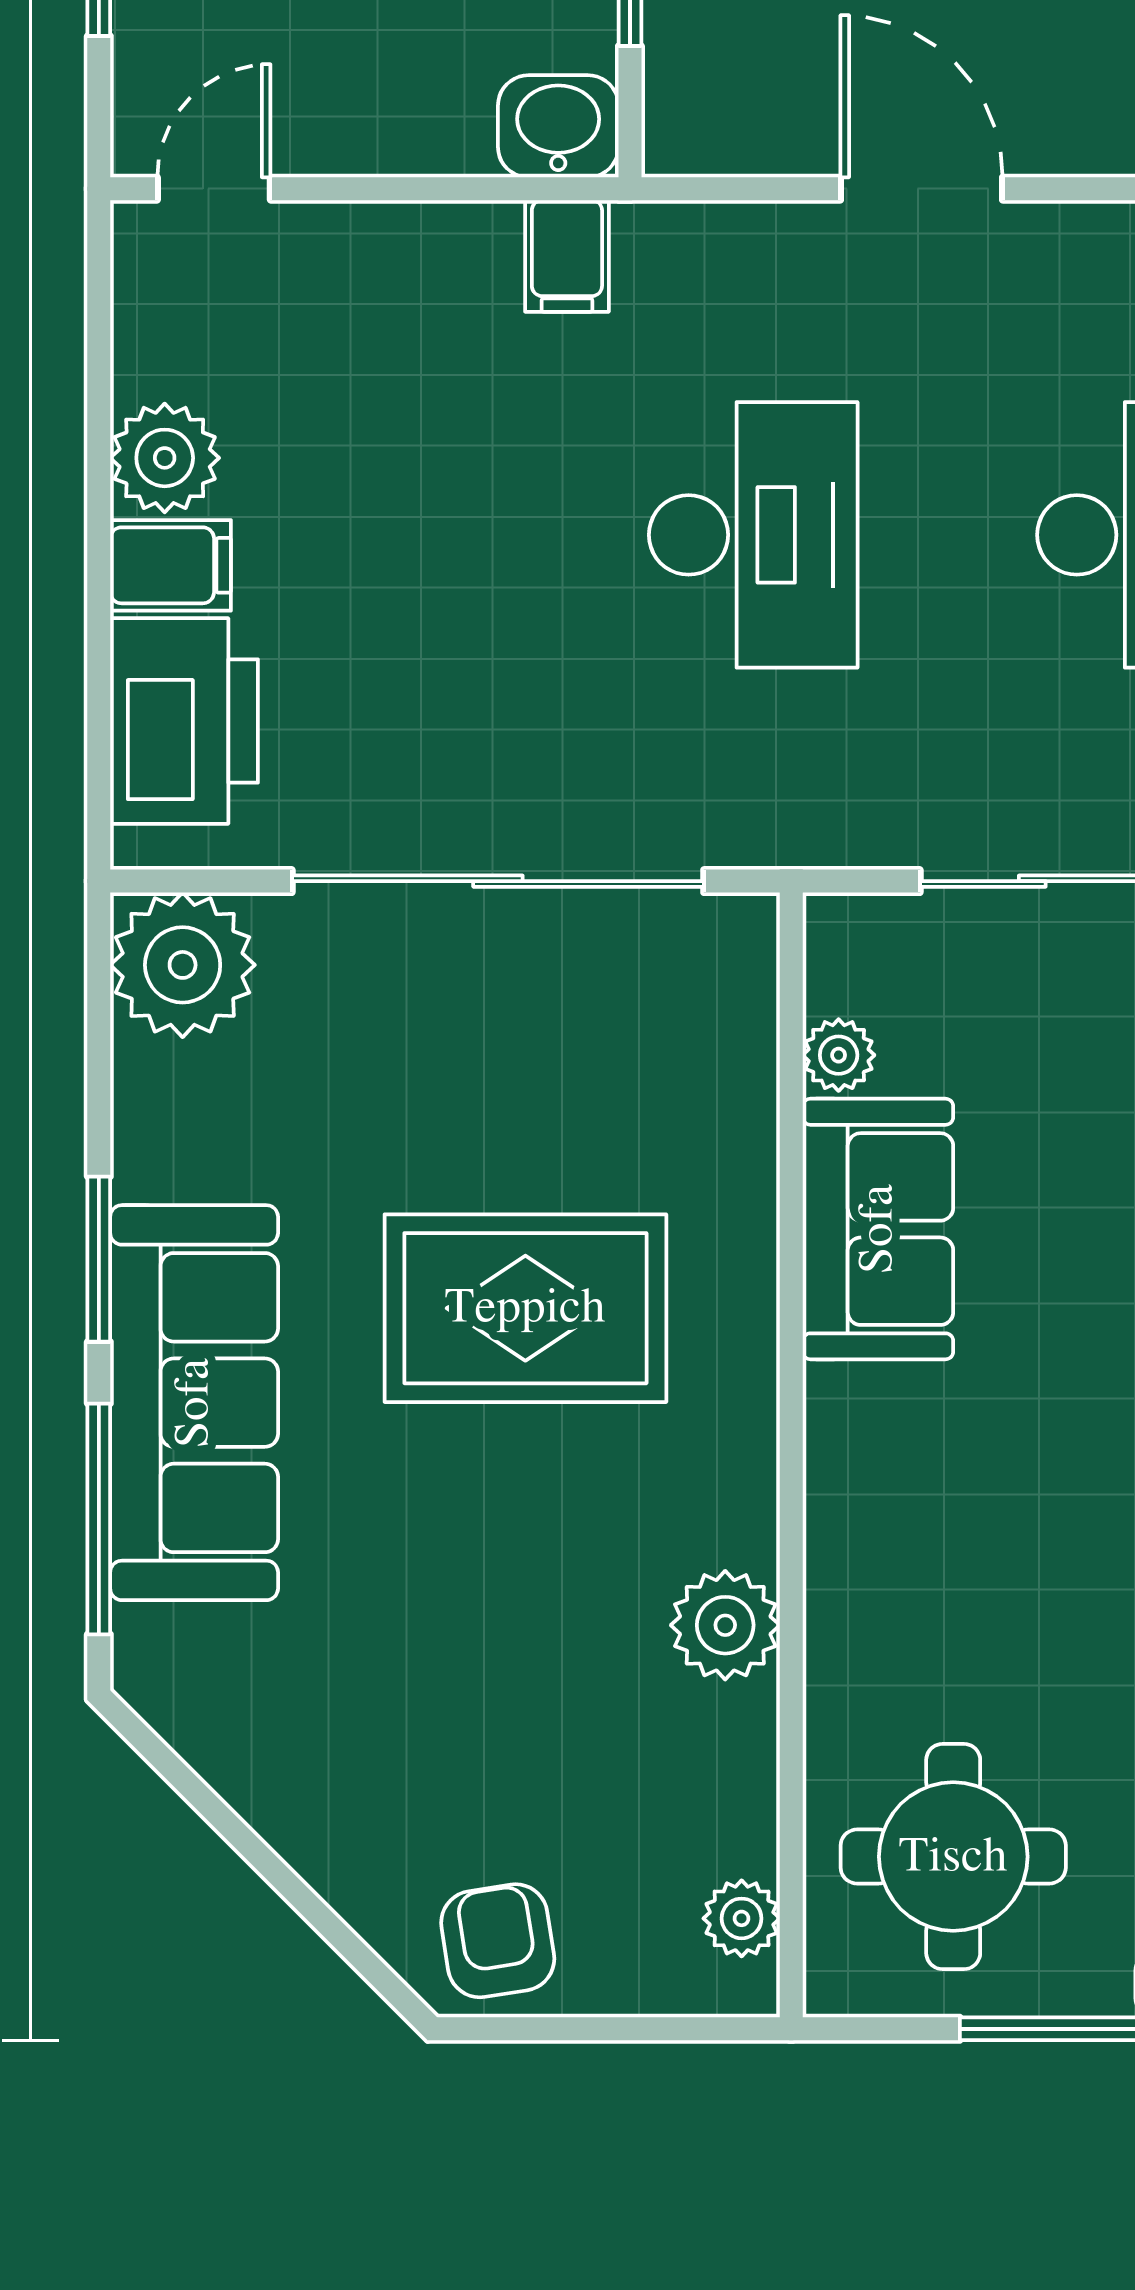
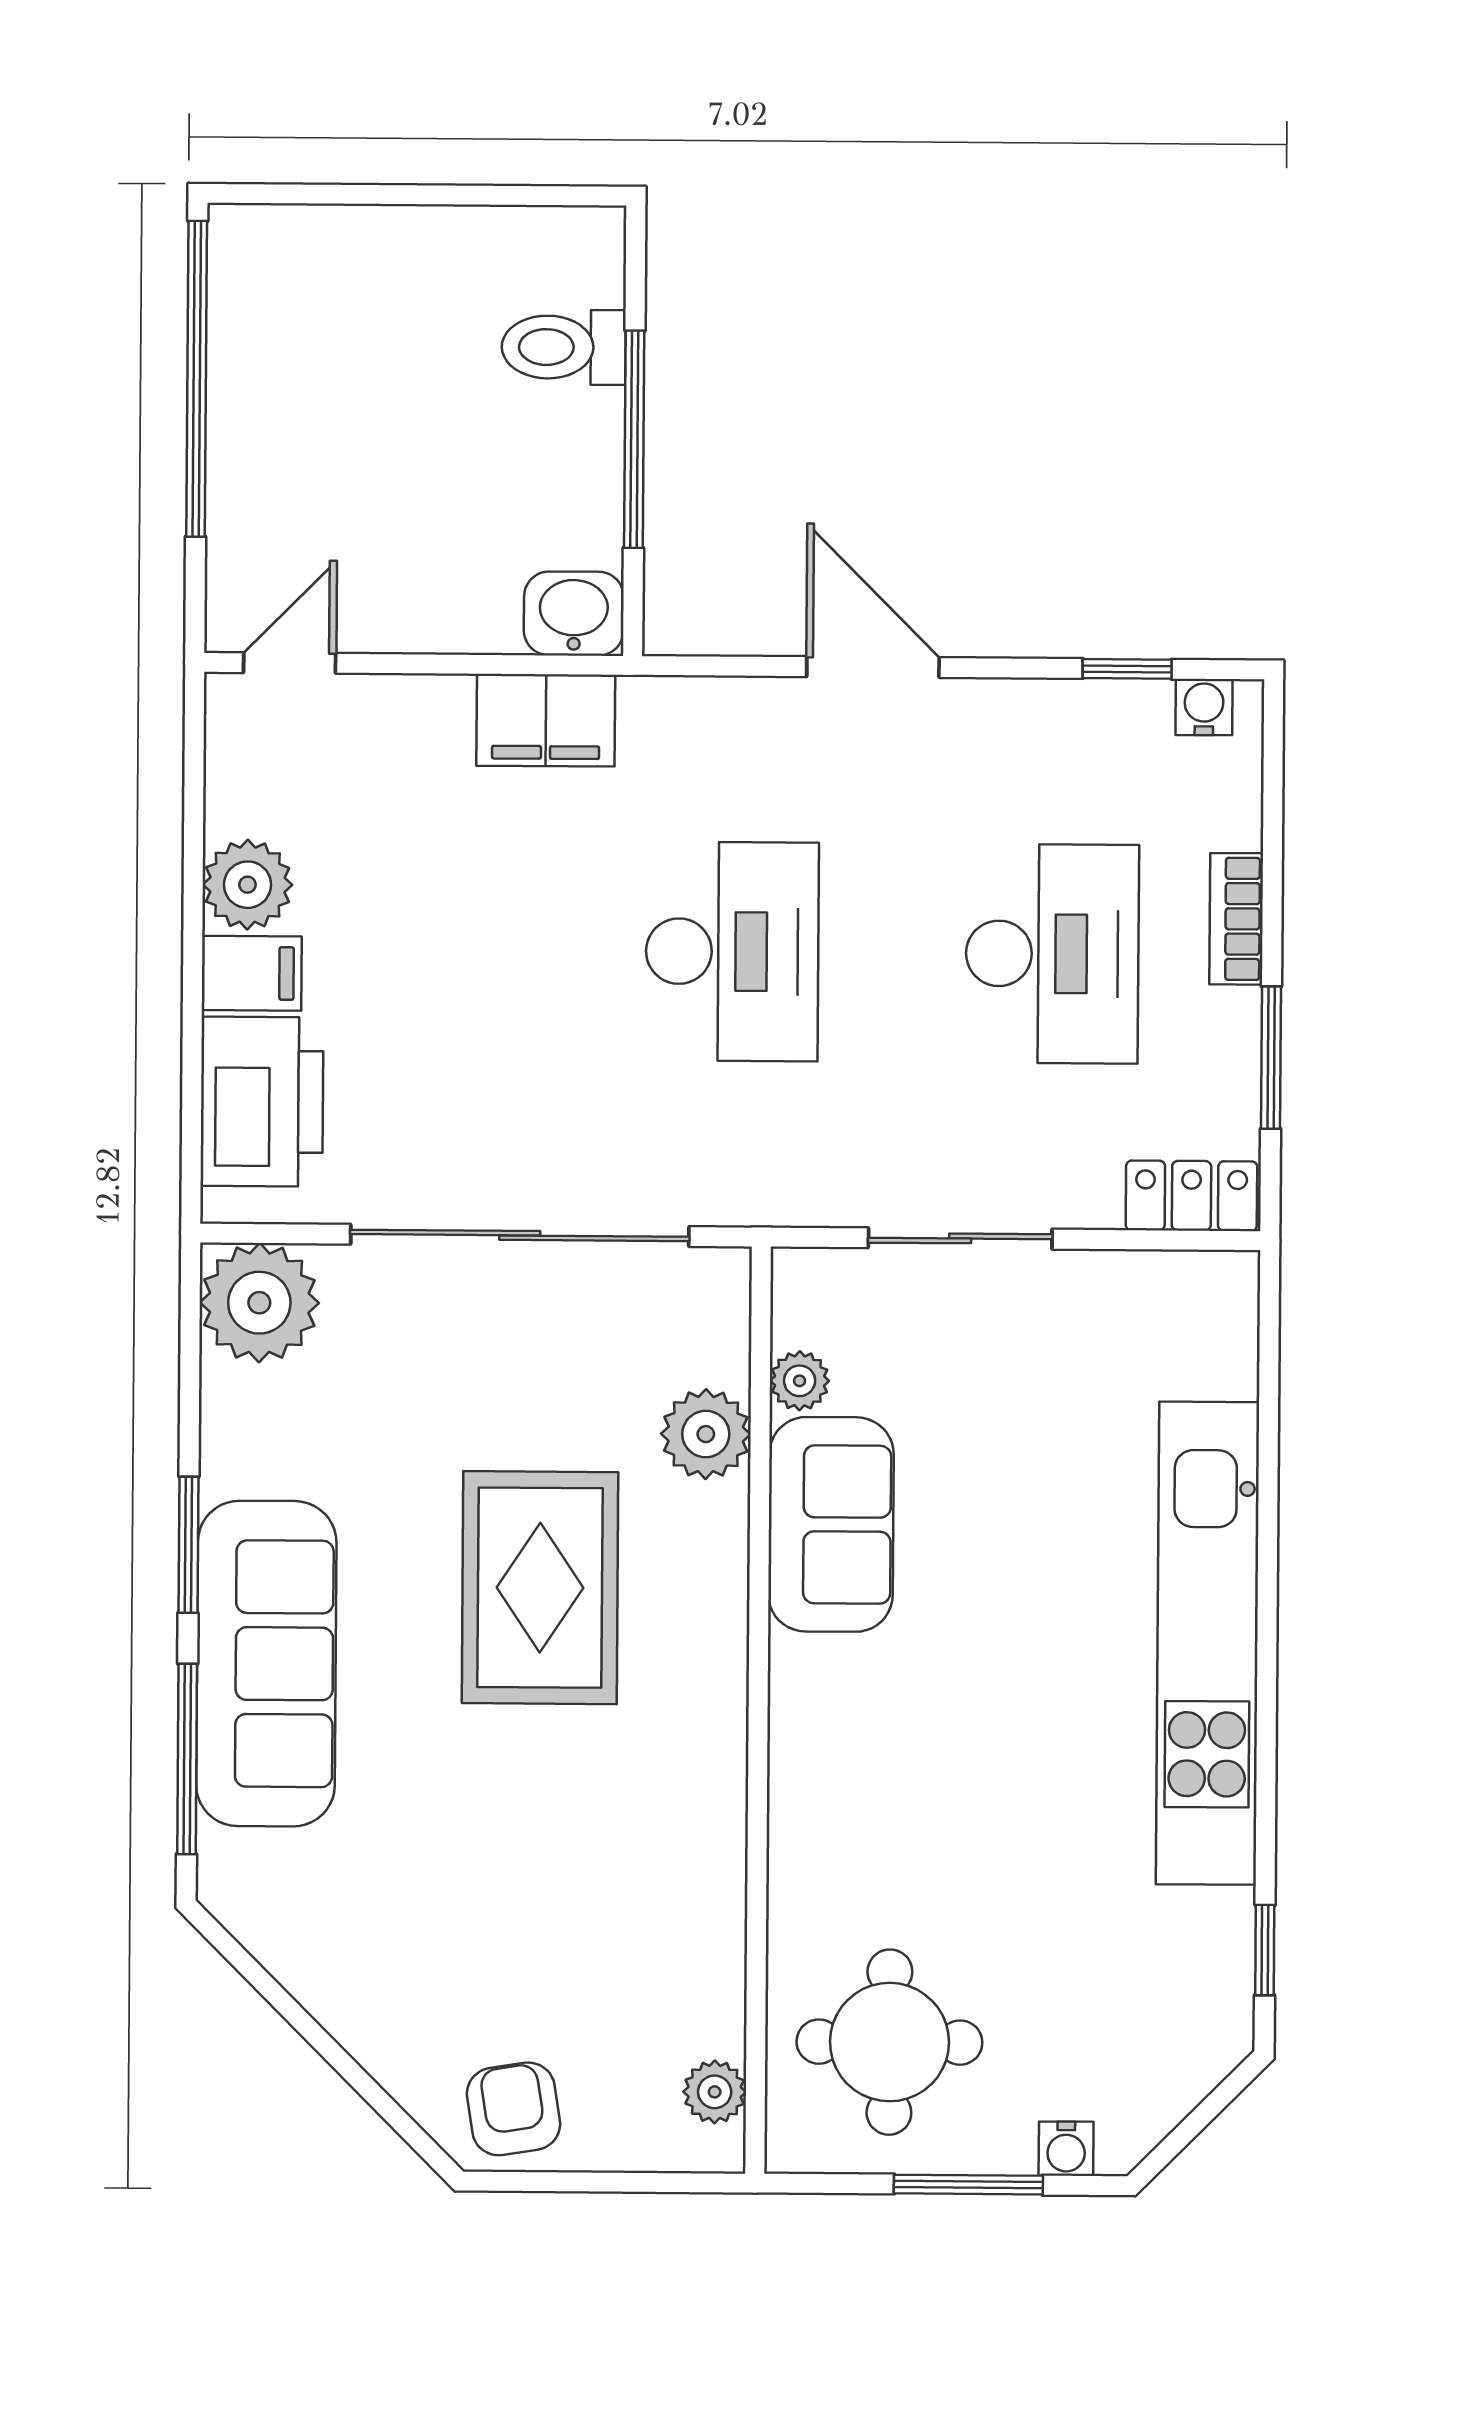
filing cabinet: (567, 256) -> (546, 720), width x2.00
rug: (525, 1308) -> (540, 1588), turned 90
plant: (725, 1625) -> (706, 1434), moved

